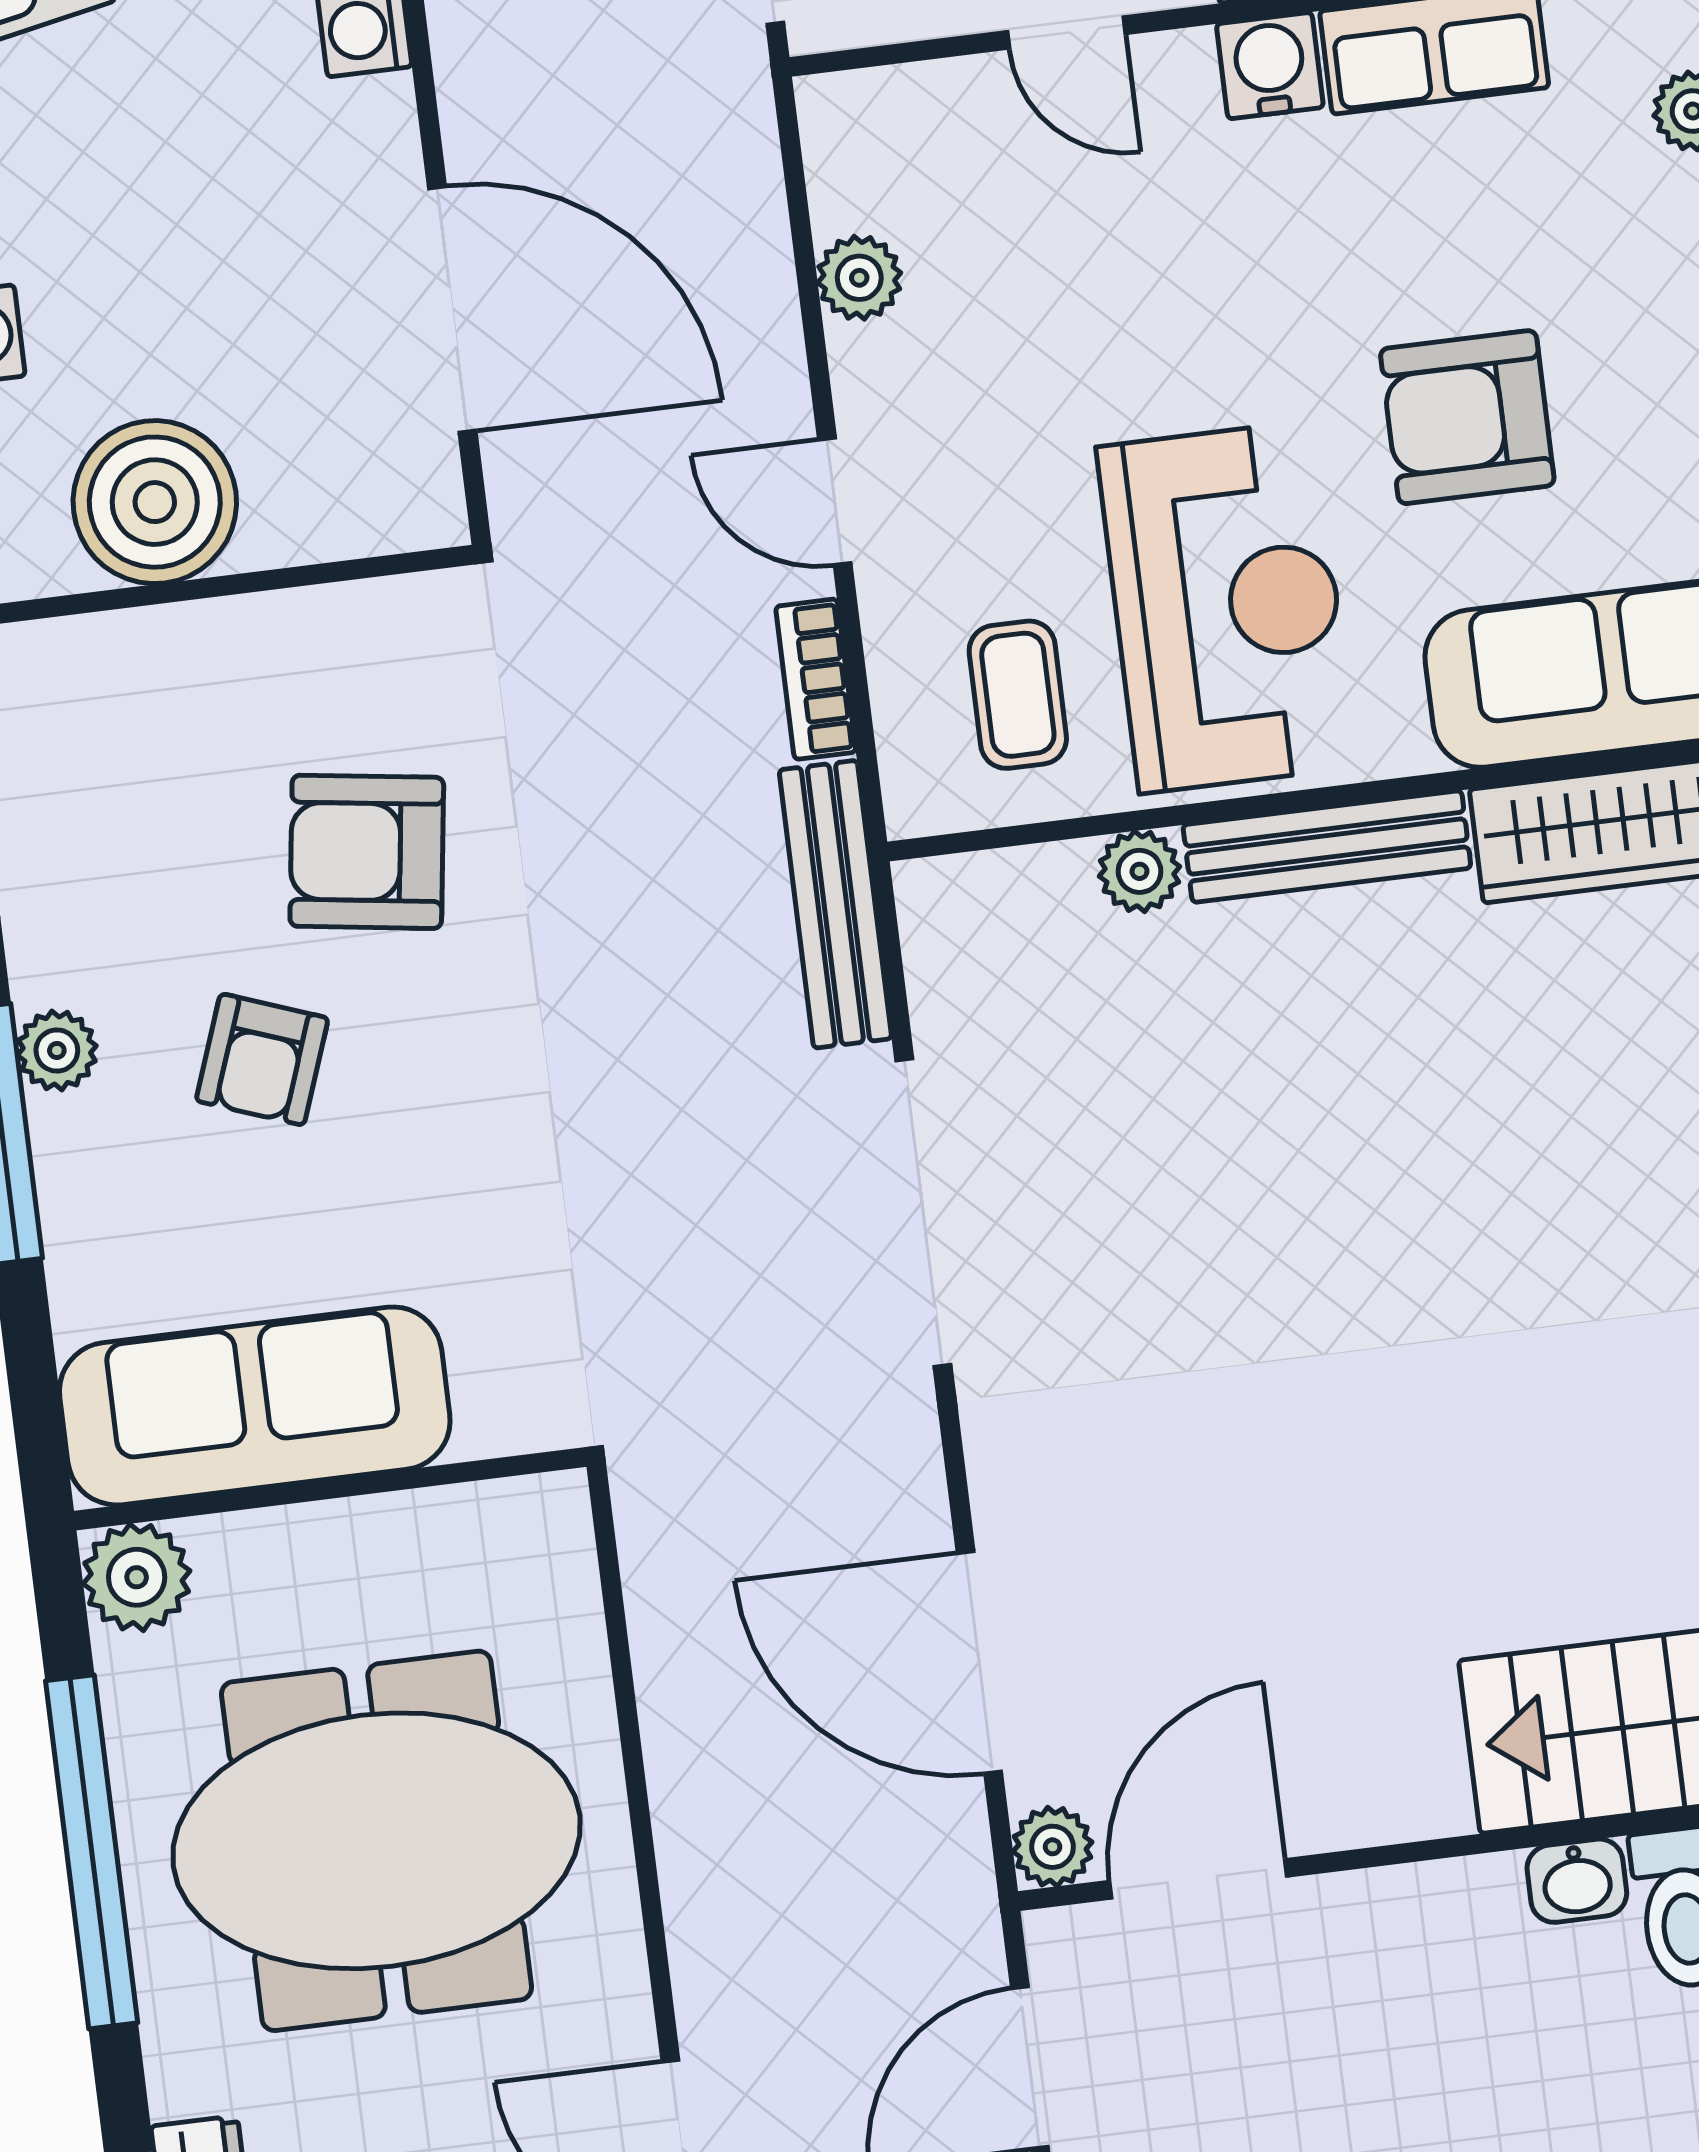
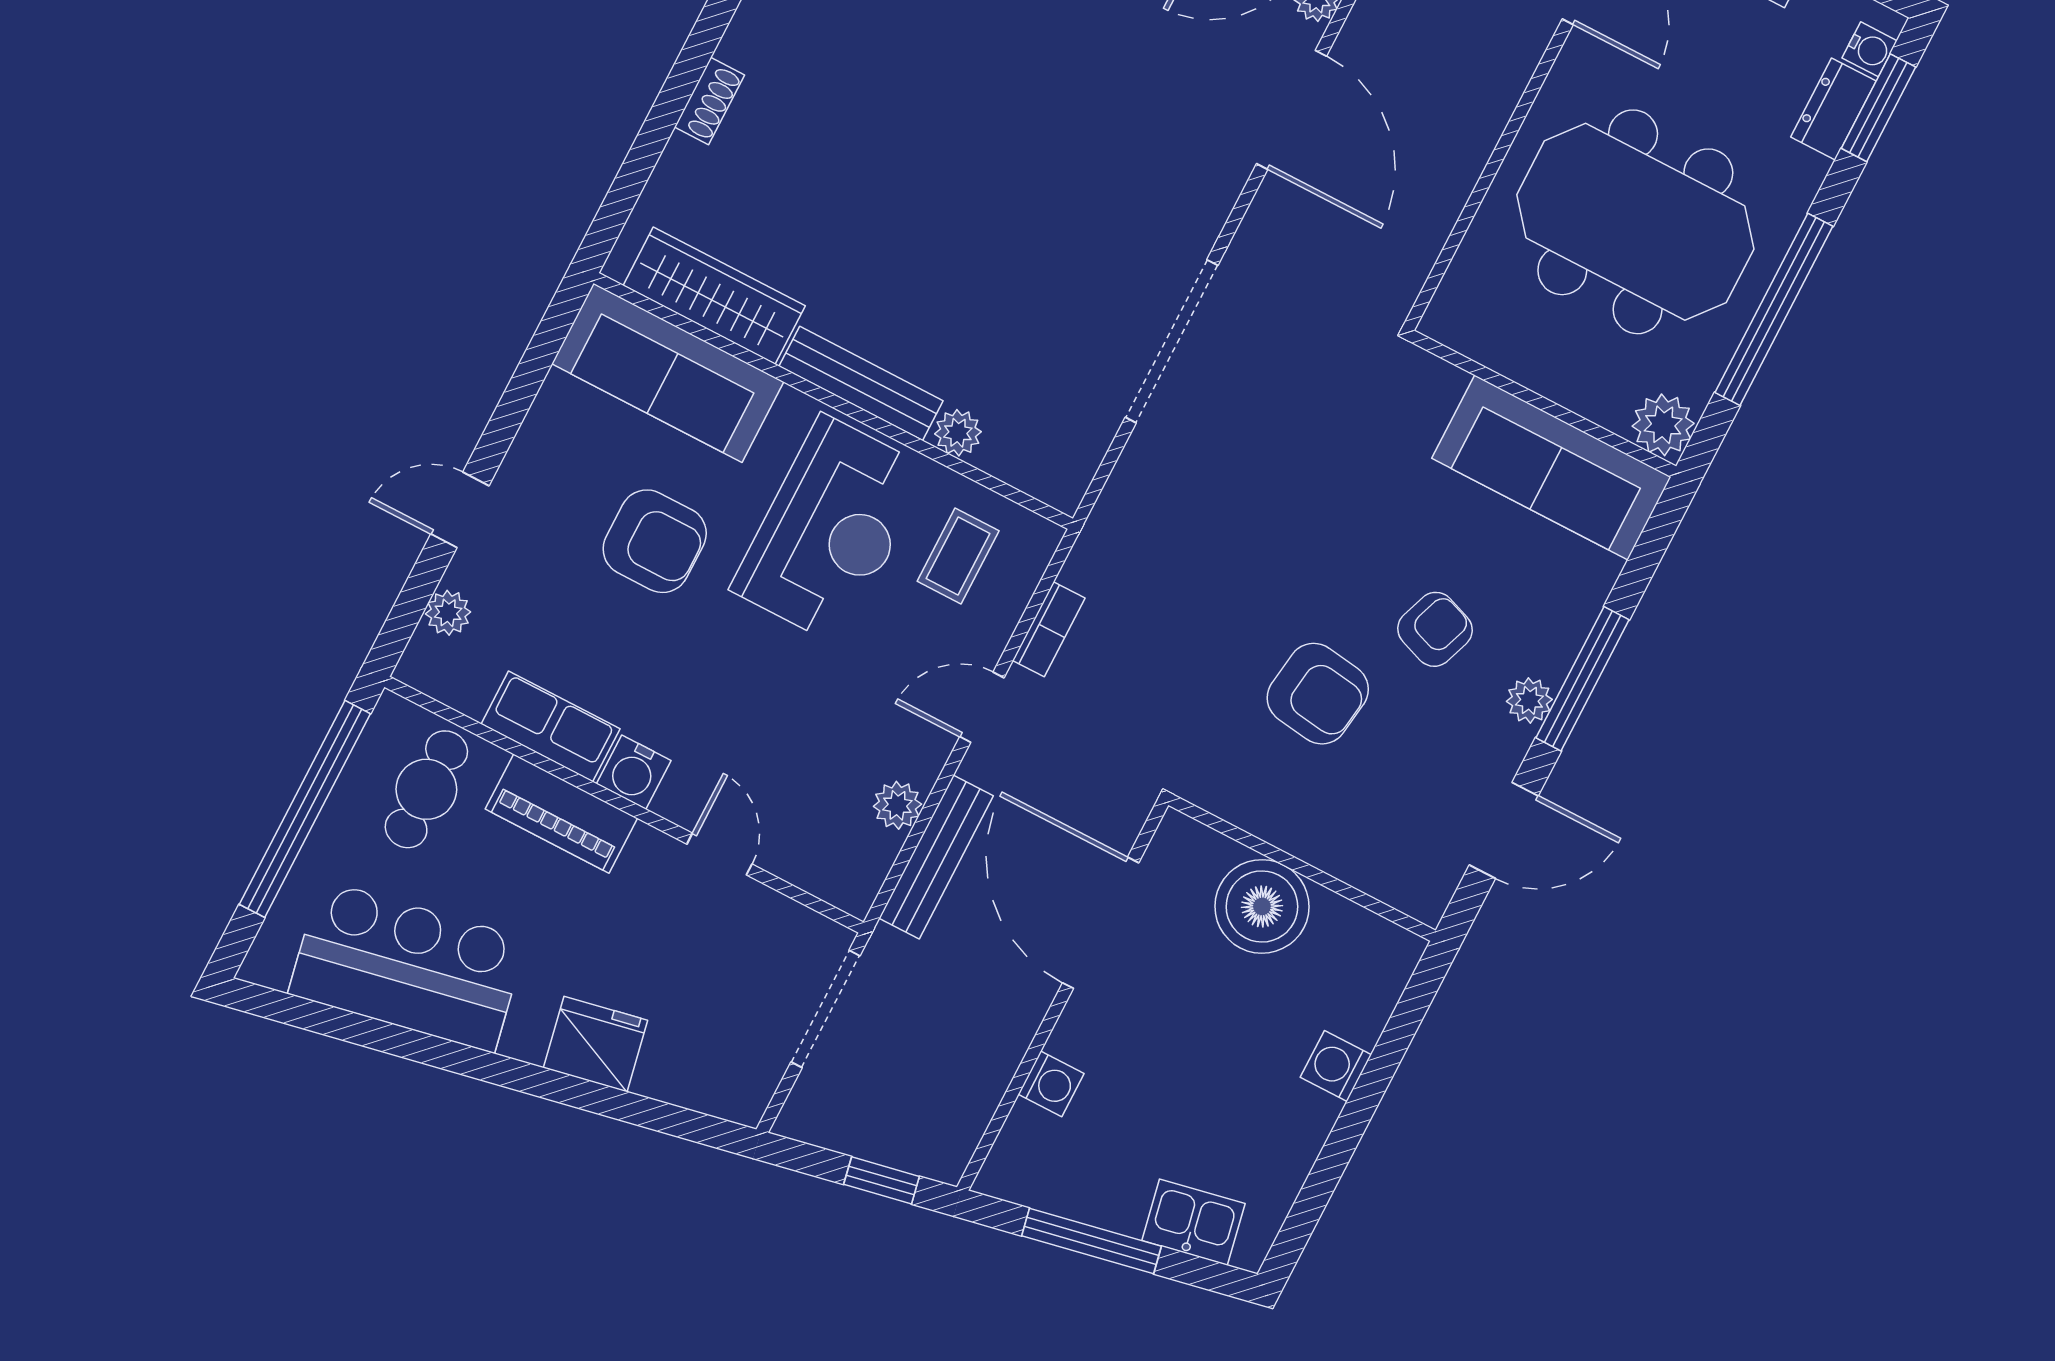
door: (835, 501) -> (982, 707), swing flipped
boiler: (155, 502) -> (1262, 906), moved
reception desk: (1227, 607) -> (830, 530), turned 180
bench: (835, 904) -> (936, 857), moved

